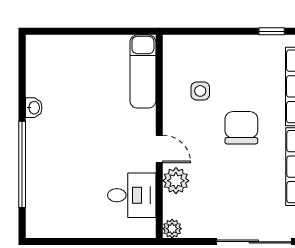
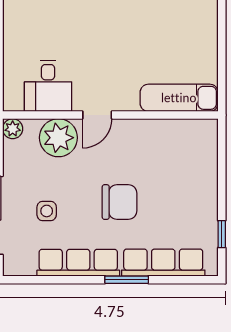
side table: (200, 91) -> (47, 211), moved
plant: (176, 181) -> (58, 138), width x1.36, depth x1.36

